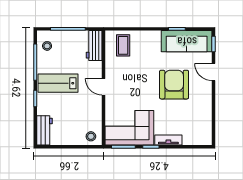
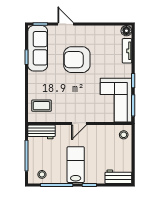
door: (213, 72) -> (66, 24), swing flipped
lab bench: (58, 83) -> (76, 165), turned 180
floor lamp: (206, 139) -> (126, 31), added
tv unit: (168, 140) -> (127, 51), moved

